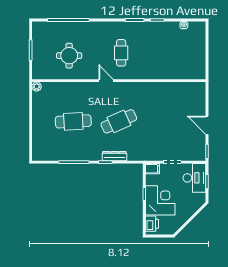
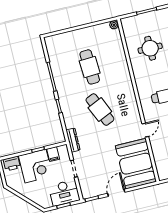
door: (106, 81) -> (145, 130), moved
booth: (182, 98) -> (136, 164), added
dresser: (114, 156) -> (73, 140), moved
filing cabinet: (152, 169) -> (53, 154), moved

